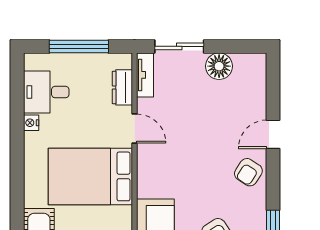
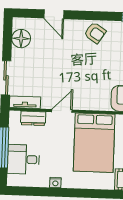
floor lamp: (219, 66) -> (21, 39), moved
desk: (46, 92) -> (23, 159), moved, turned 90
door: (273, 134) -> (54, 14), moved

